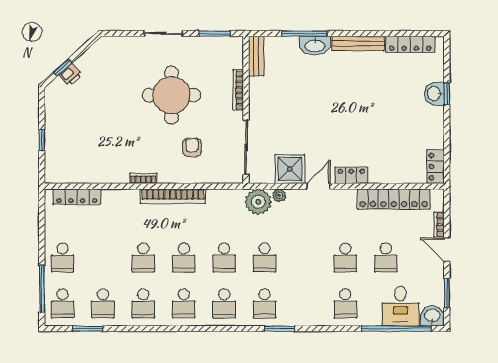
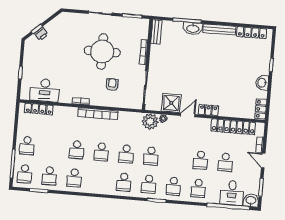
washbasin: (434, 94) -> (262, 83), moved
desk: (84, 165) -> (45, 90), added
school desk: (184, 303) -> (173, 186), moved

